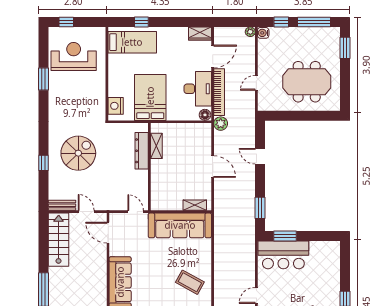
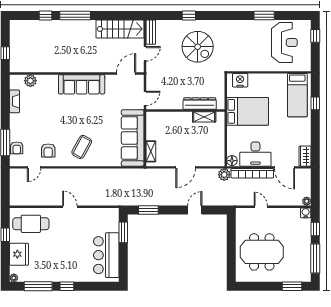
meeting table: (307, 82) -> (262, 252), turned 90
bar counter: (283, 255) -> (106, 255), moved

